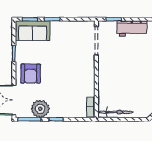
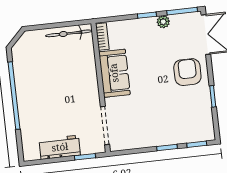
sofa: (33, 31) -> (114, 73), moved, turned 90
plant: (40, 109) -> (163, 22), width x0.53, depth x0.53

